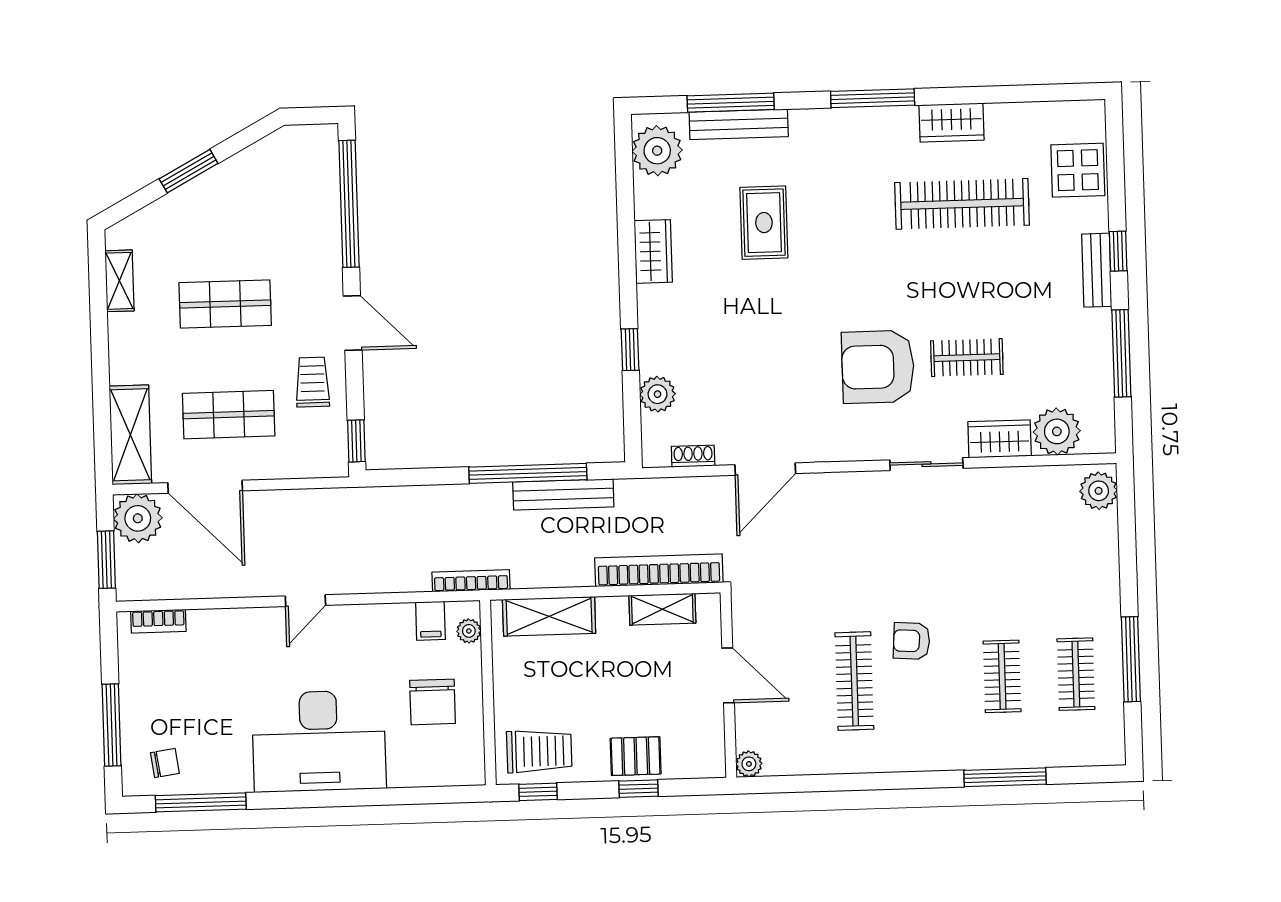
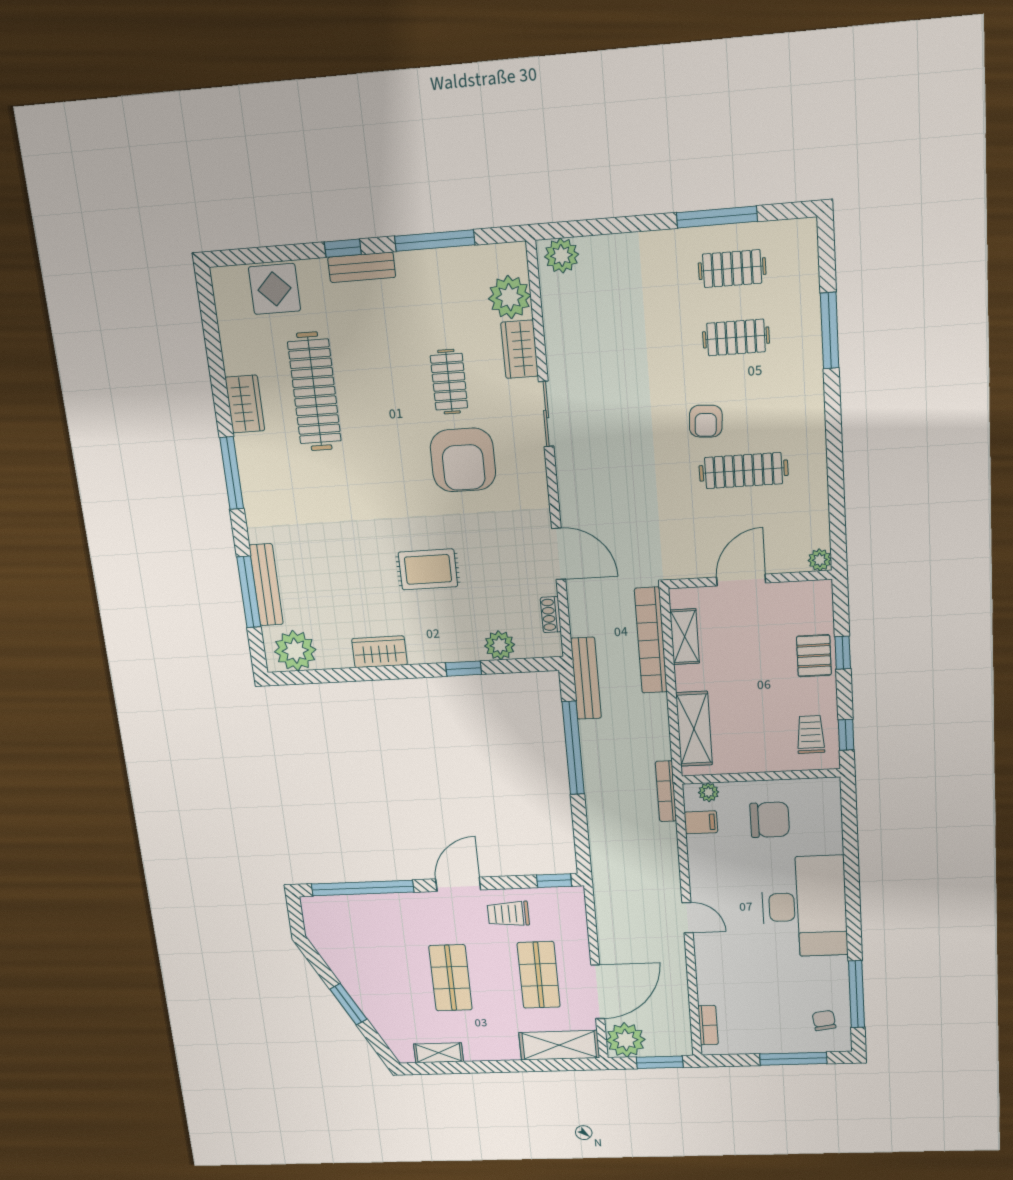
rug: (764, 223) -> (428, 569), moved
bench: (563, 494) -> (586, 678), moved
trolley: (539, 751) -> (811, 735), width x0.73, depth x0.72

